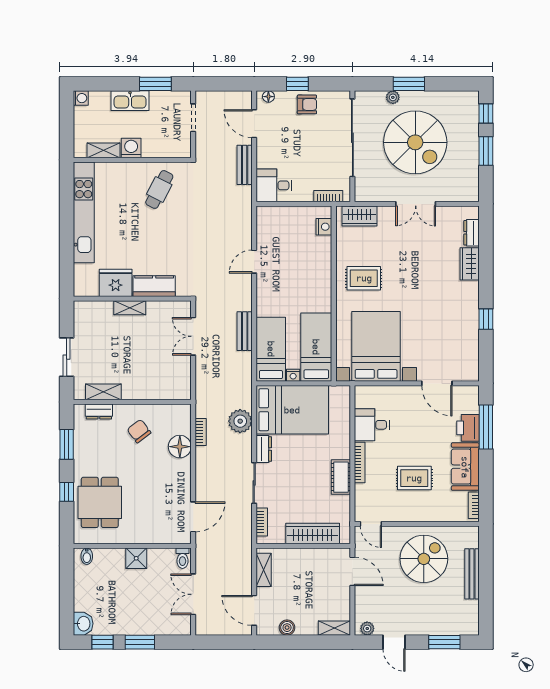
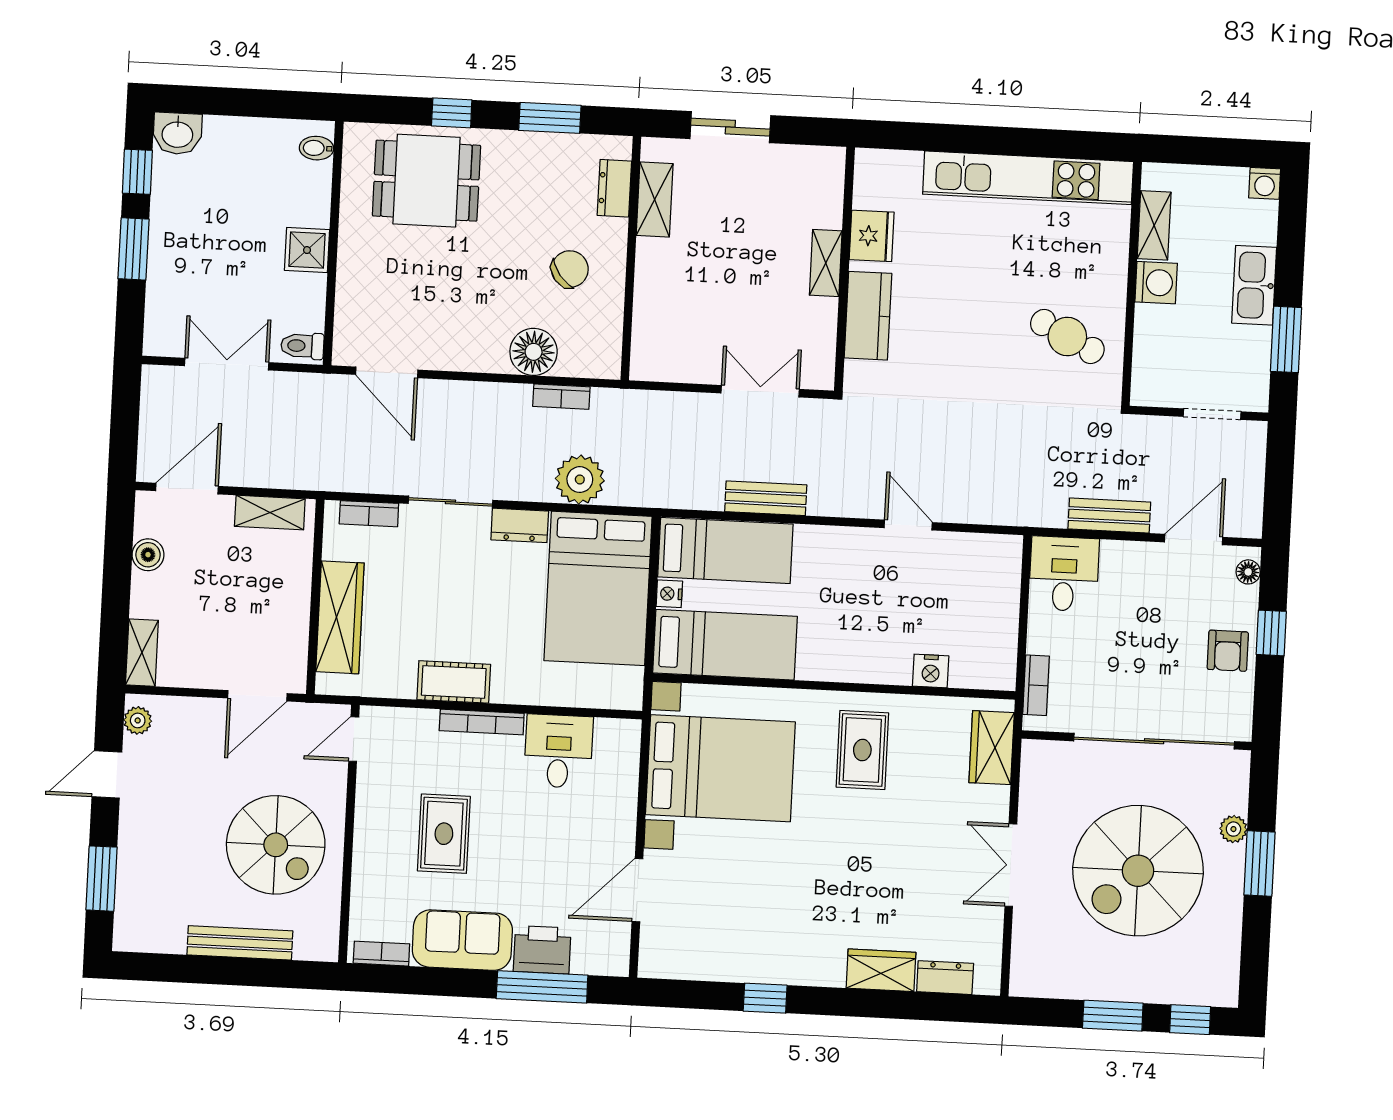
nightstand: (324, 227) -> (931, 671), moved
fridge: (116, 283) -> (872, 236), width x0.73, depth x0.75

